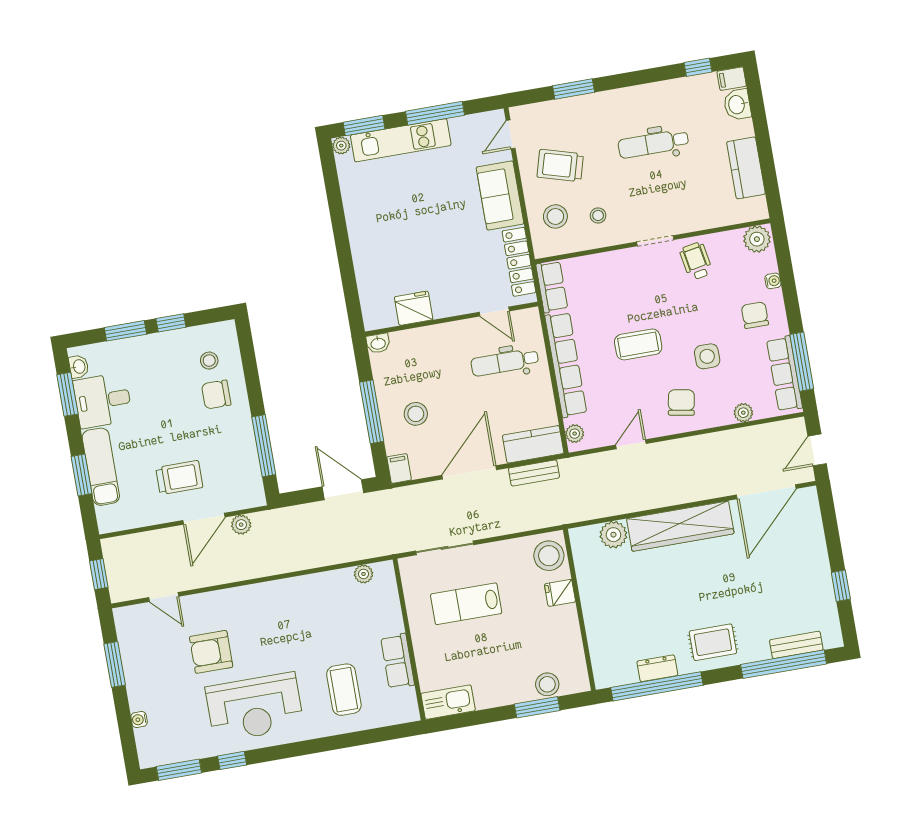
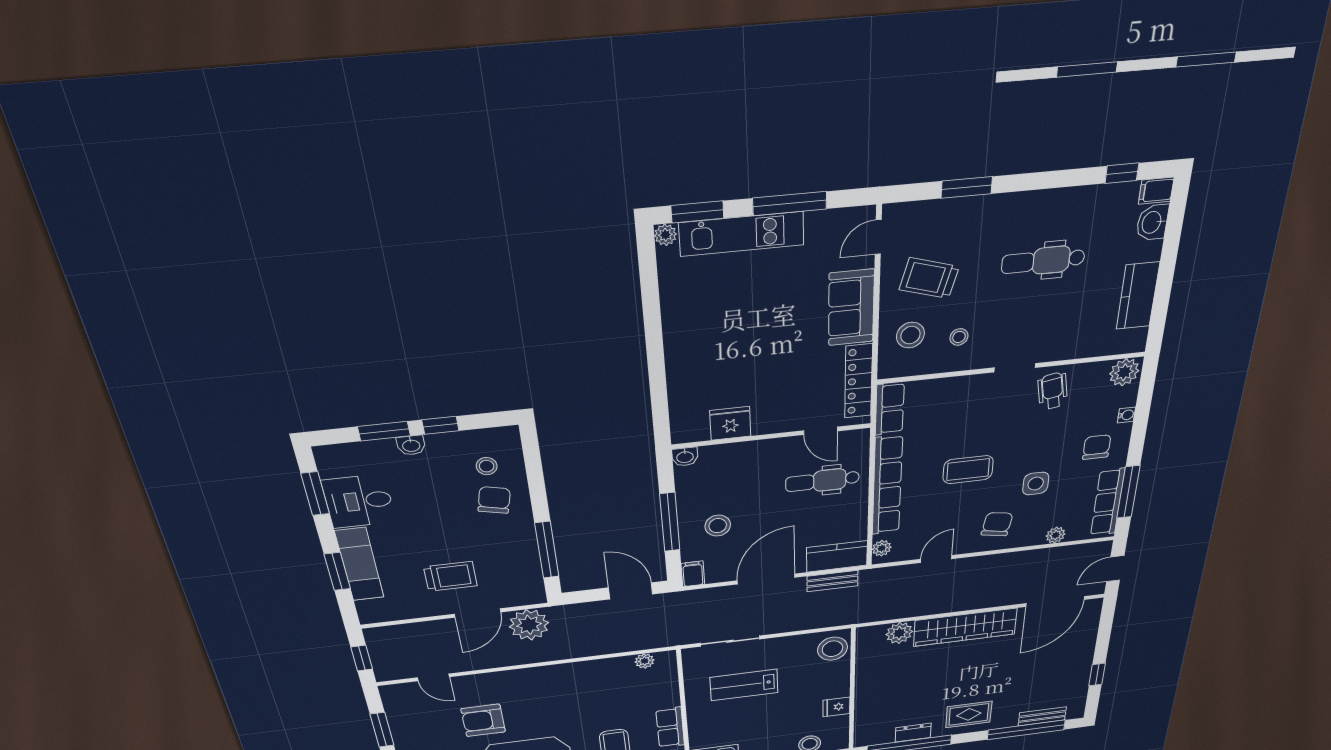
washbasin: (79, 367) -> (411, 445), moved, turned 90
chair: (216, 395) -> (494, 500), turned 103
plant: (241, 525) -> (529, 625), width x1.87, depth x1.87
fridge: (560, 593) -> (836, 707), moved

